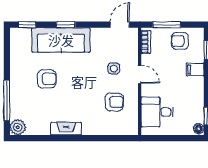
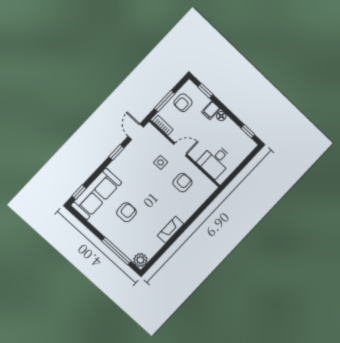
window: (66, 25) -> (116, 152), moved
sofa: (61, 40) -> (96, 194), moved
floor lamp: (199, 129) -> (221, 116), moved

